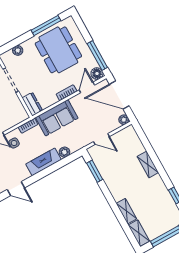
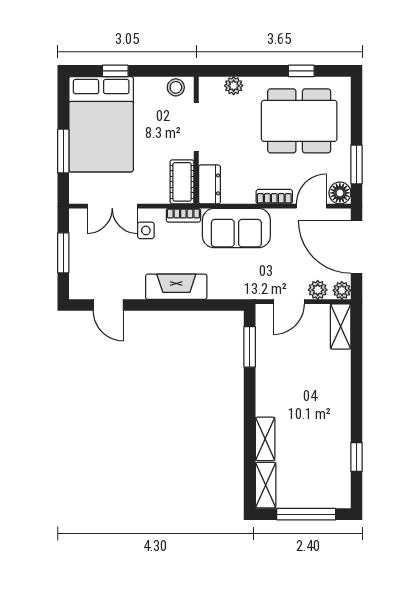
window: (46, 25) -> (301, 71), width x0.46
dining table: (58, 50) -> (299, 121), turned 90
window: (97, 55) -> (356, 164), width x0.69
cot: (18, 110) -> (182, 182), added
door: (101, 139) -> (289, 302), hinge flipped
plant: (64, 152) -> (318, 290), moved
shelving: (148, 164) -> (341, 326), moved

